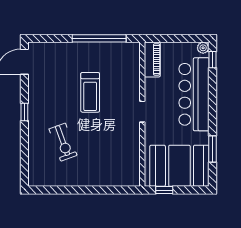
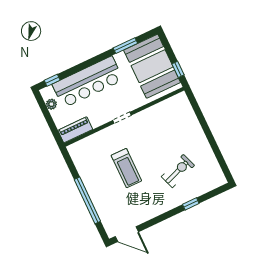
window: (99, 38) -> (87, 200), moved
plant: (203, 48) -> (51, 104), moved
treadmill: (90, 92) -> (126, 168), turned 90
window: (24, 112) -> (191, 204), moved

